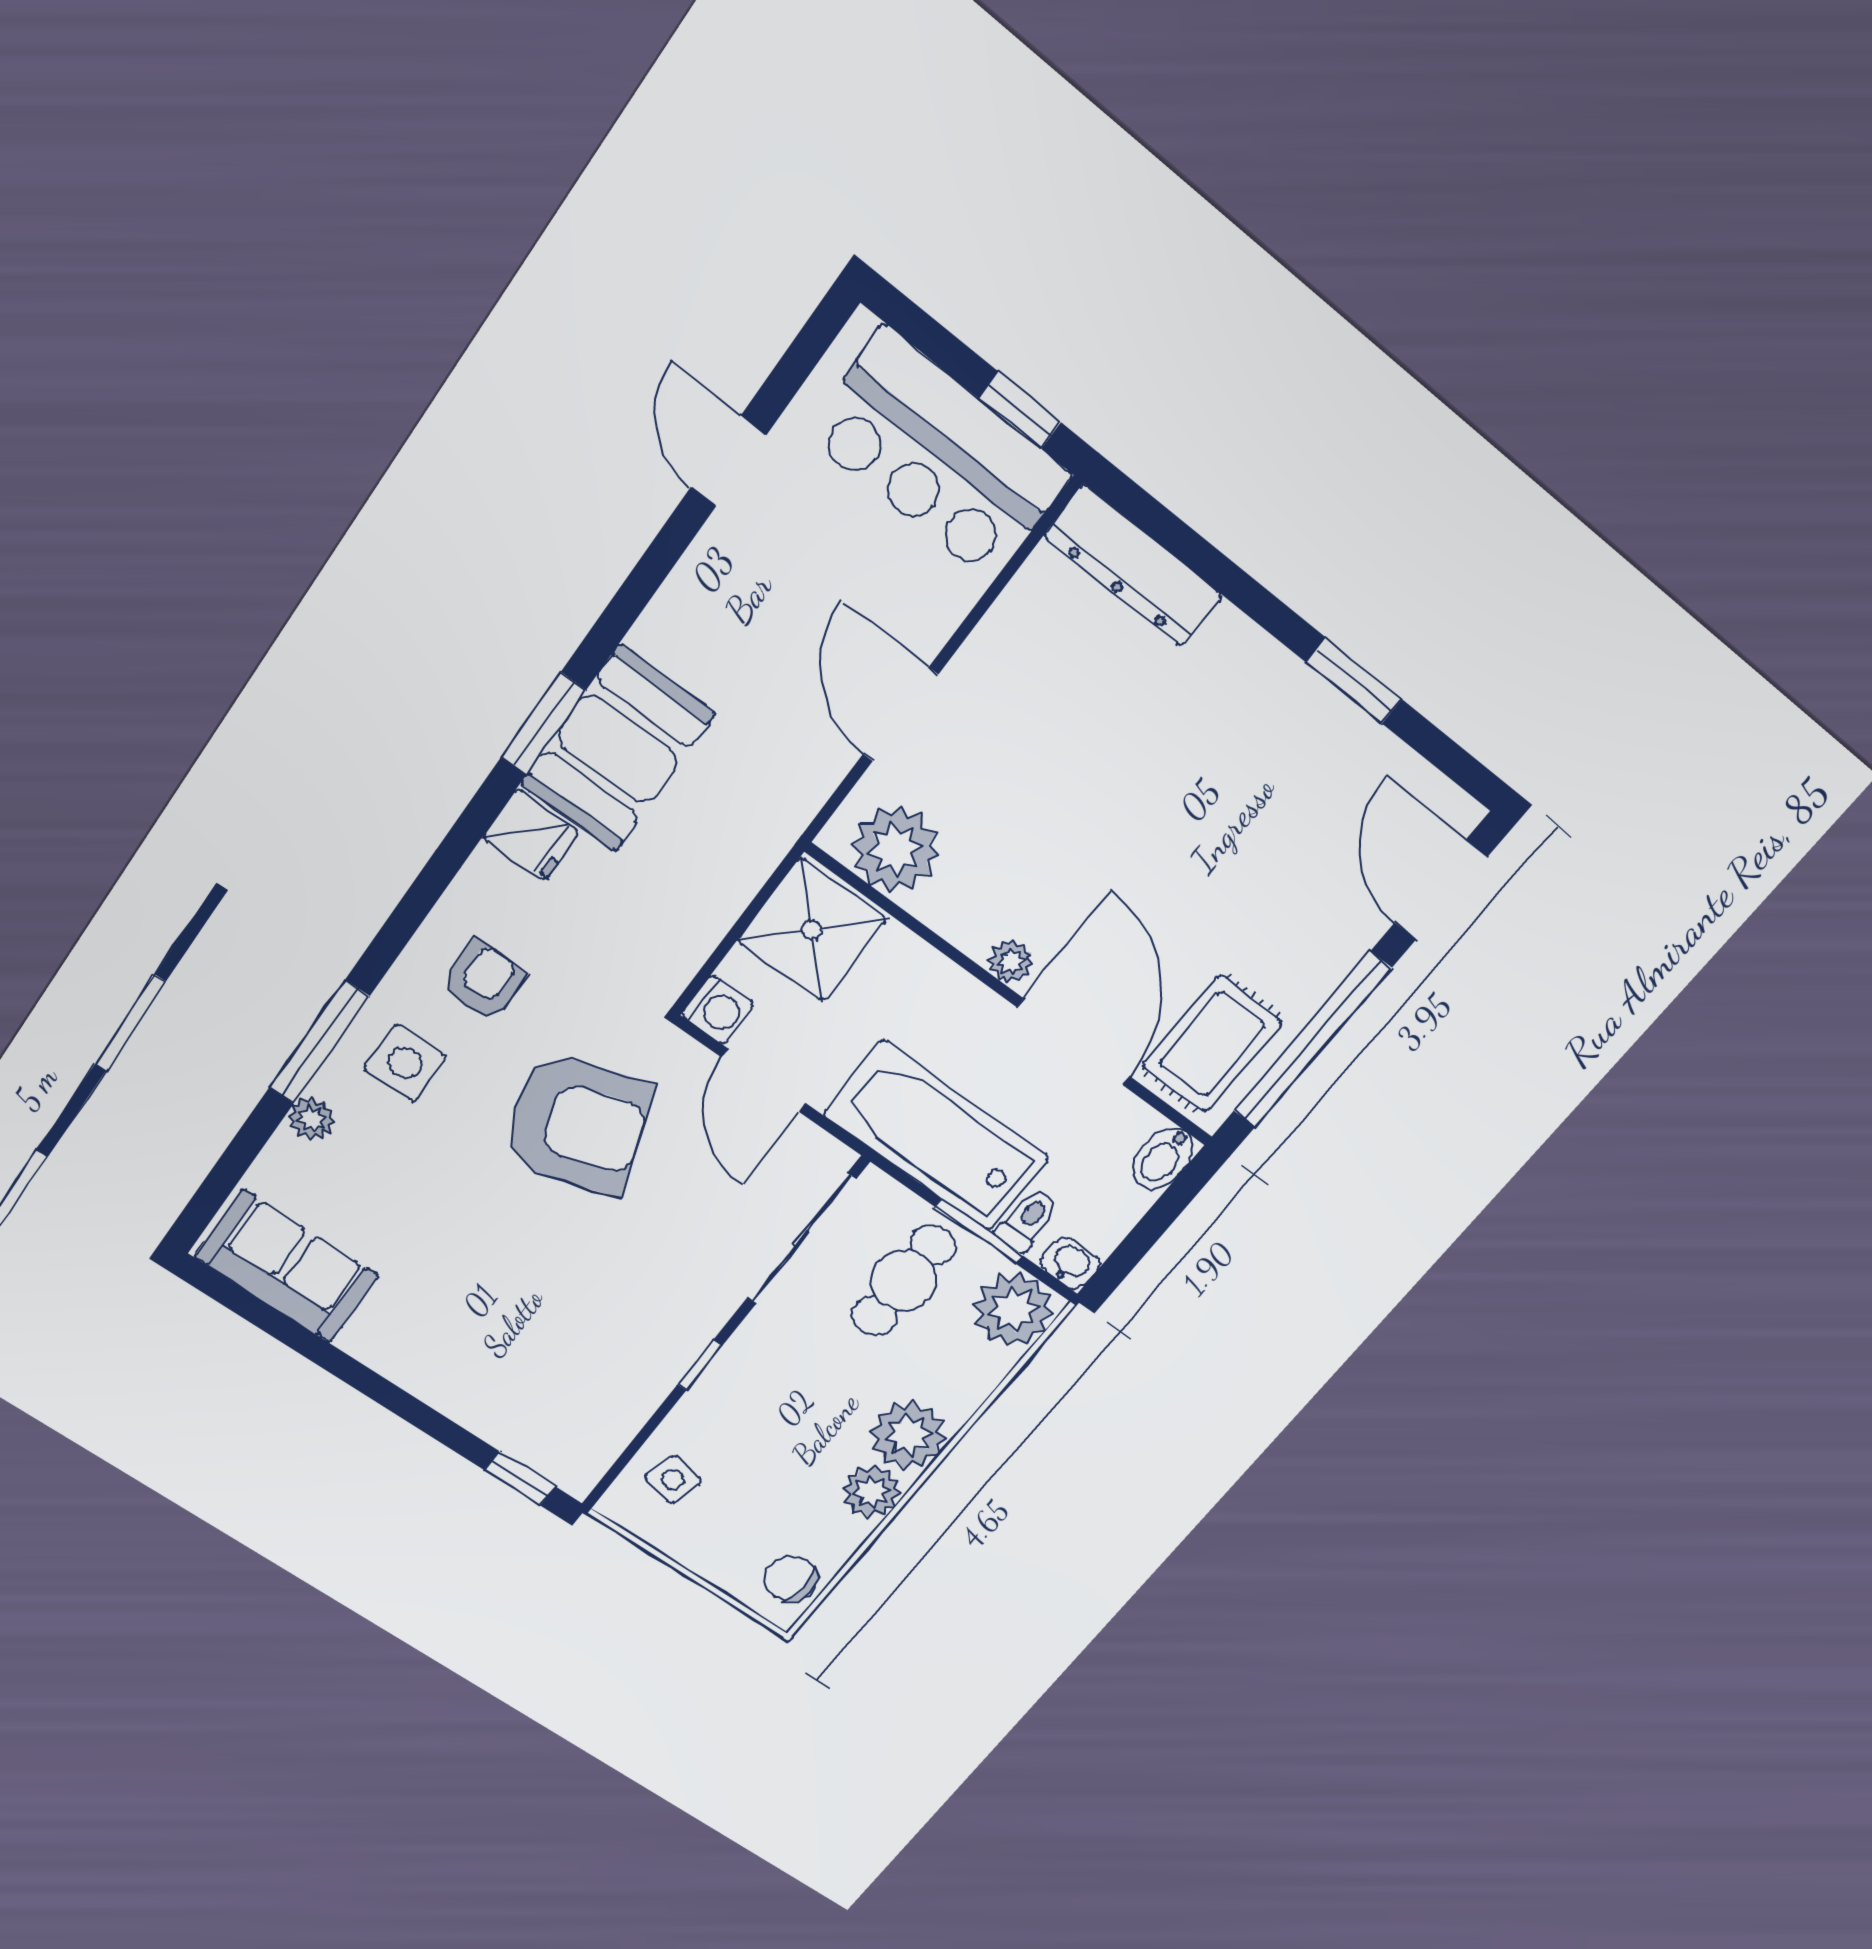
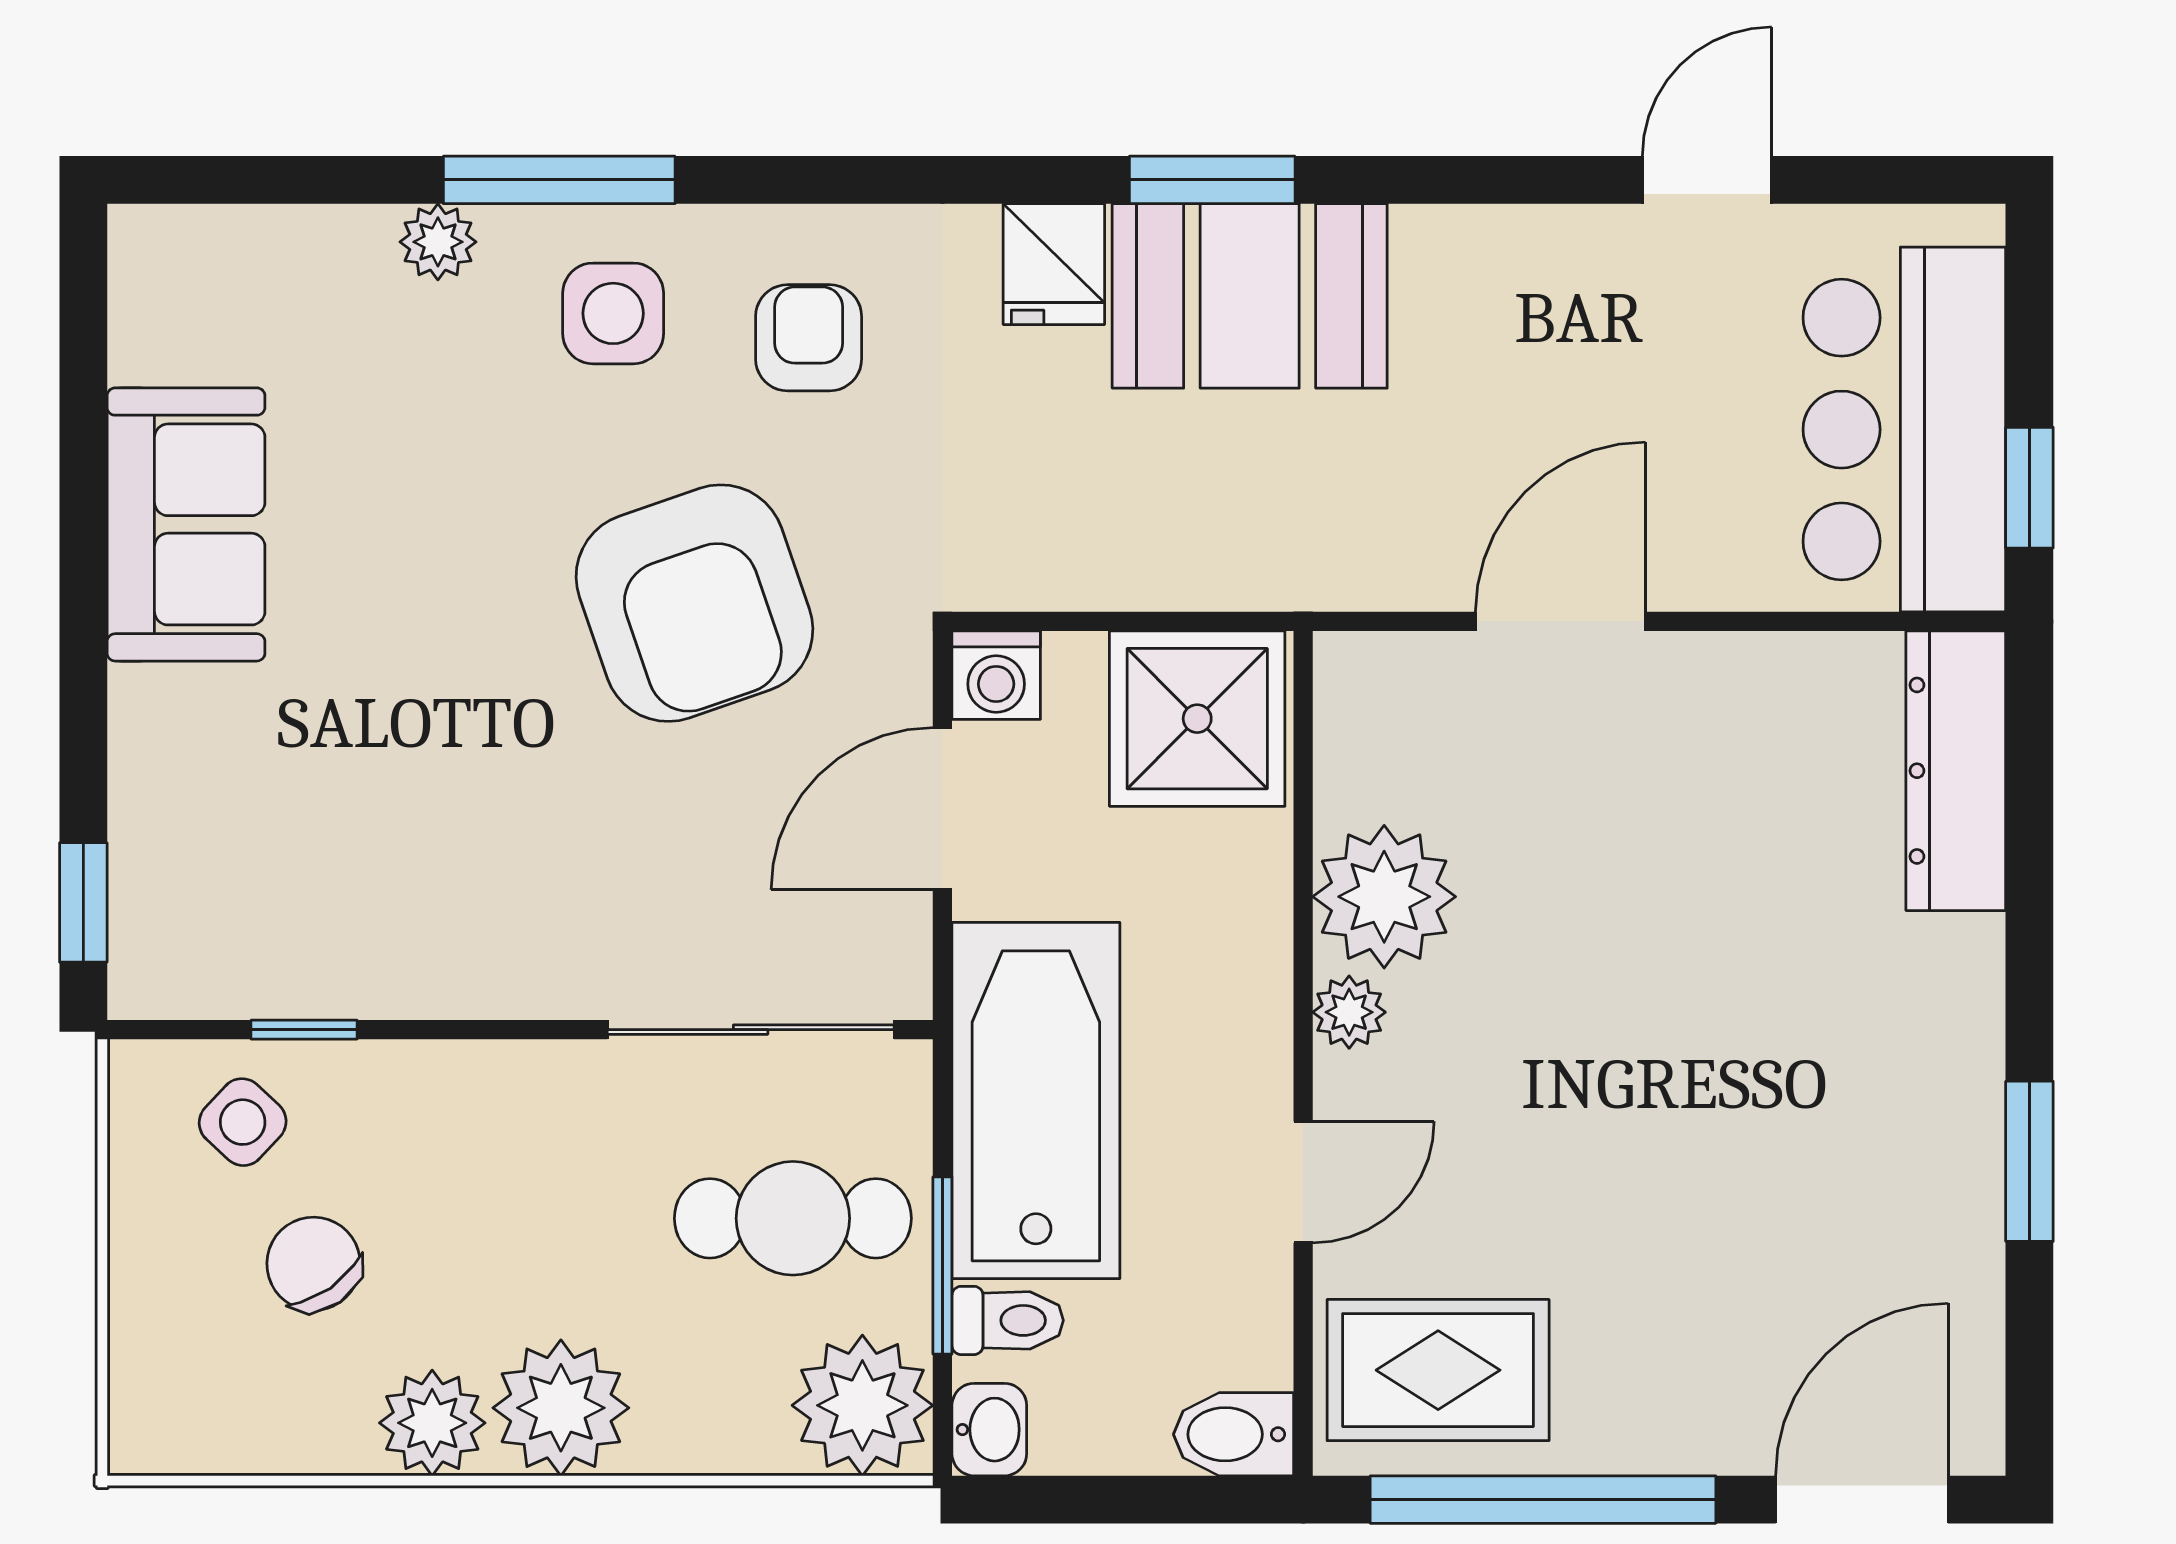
plant: (895, 849) -> (1384, 897), moved
armchair: (483, 980) -> (809, 338), turned -90
door: (1074, 1042) -> (1303, 1182), width x0.53
sofa: (287, 1266) -> (186, 524), moved
window: (700, 1365) -> (304, 1030), moved
side table: (673, 1479) -> (243, 1122), turned 30
chair: (791, 1579) -> (314, 1264), moved, turned -36

